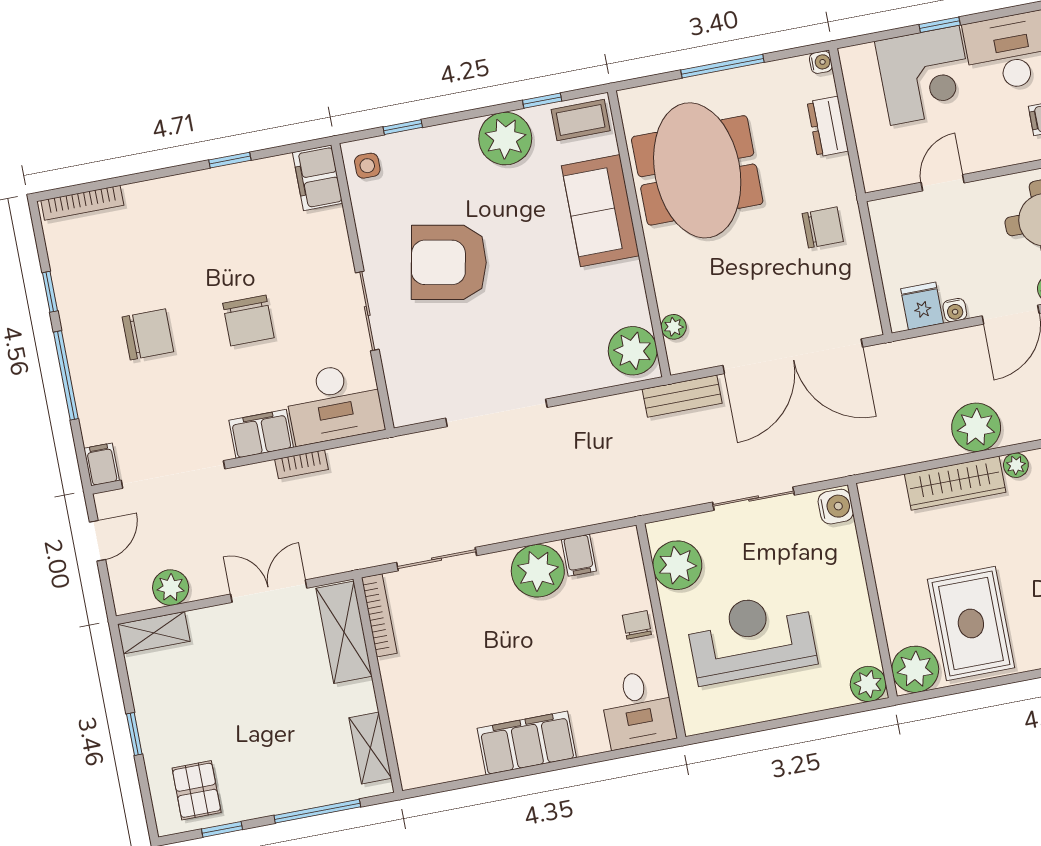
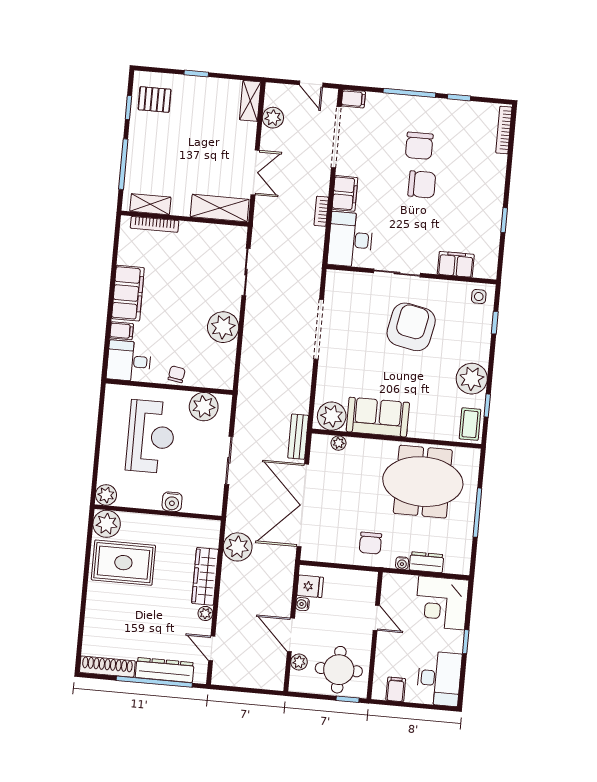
water cooler: (821, 62) -> (402, 563), moved
corner desk: (925, 75) -> (442, 603), moved
filing cabinet: (318, 178) -> (456, 264), moved
sofa: (600, 211) -> (378, 417), moved
chair: (248, 321) -> (422, 184), moved, turned 180
plant: (976, 427) -> (238, 547), moved
water cooler: (836, 507) -> (172, 502), moved
filing cabinet: (579, 555) -> (122, 331), moved, turned 180
bookcase: (379, 615) -> (155, 224), moved
chair: (637, 625) -> (177, 374), turned -81

